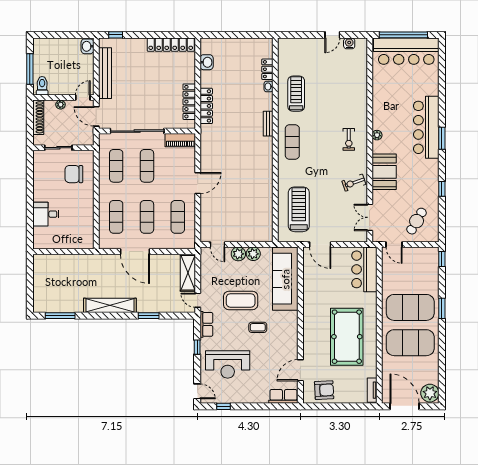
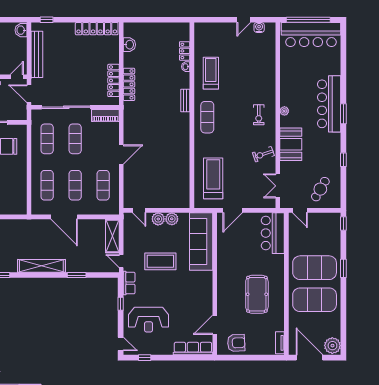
door: (320, 244) -> (233, 210), hinge flipped
coffee table: (258, 327) -> (176, 286), removed
pool table: (347, 337) -> (257, 294), width x0.73, depth x0.76
row of seats: (283, 396) -> (193, 349), width x1.48

